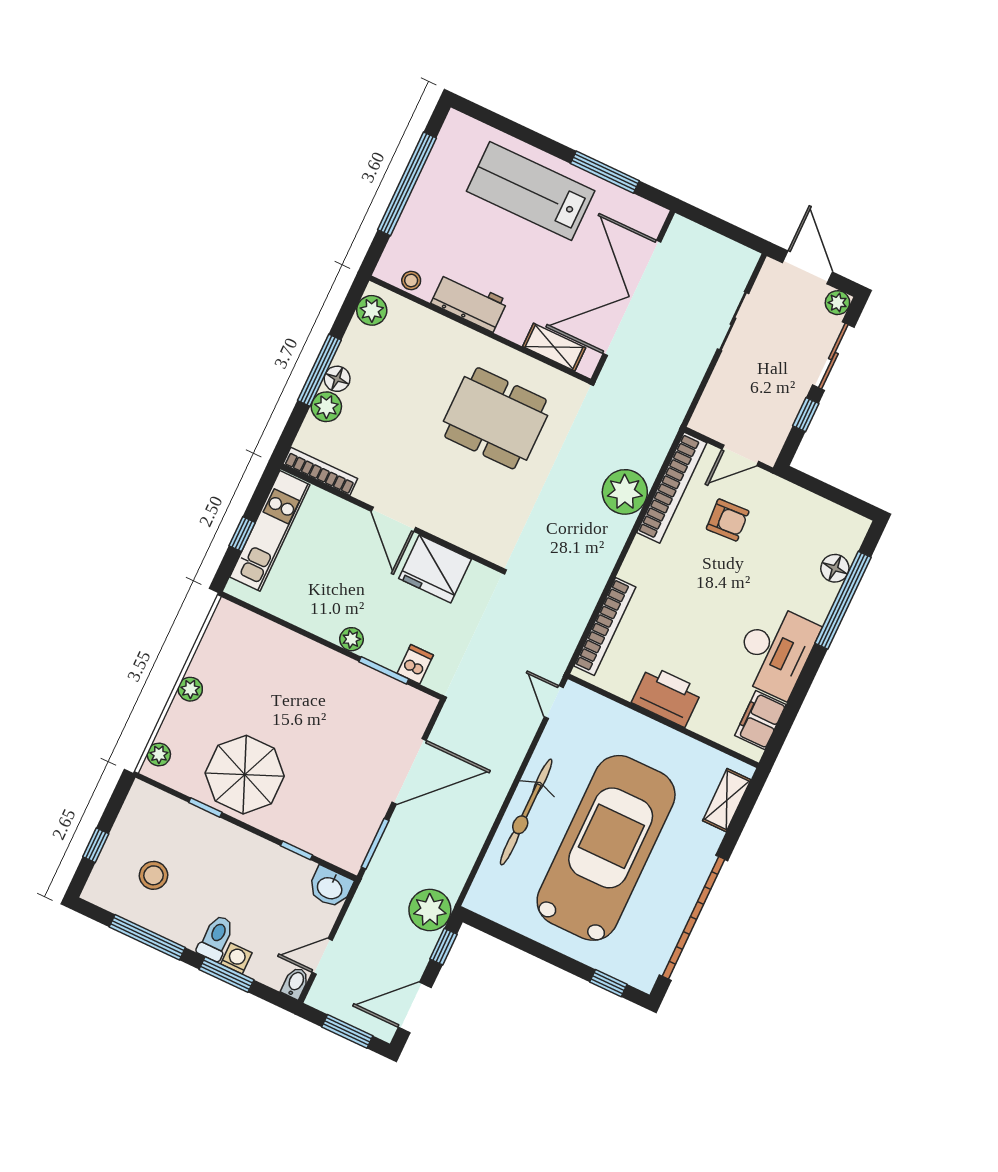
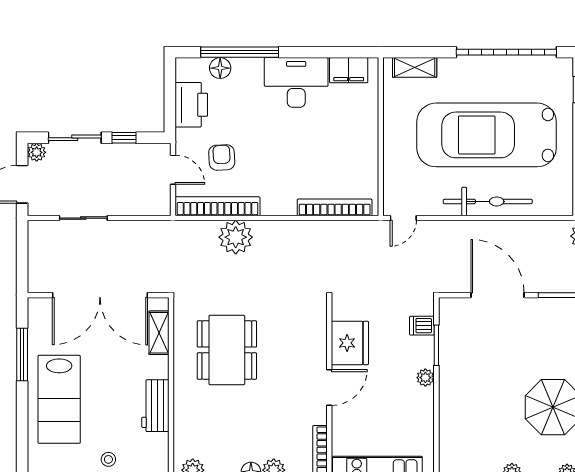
stool: (411, 280) -> (108, 459), moved
printer: (667, 696) -> (191, 105), moved, turned 180

